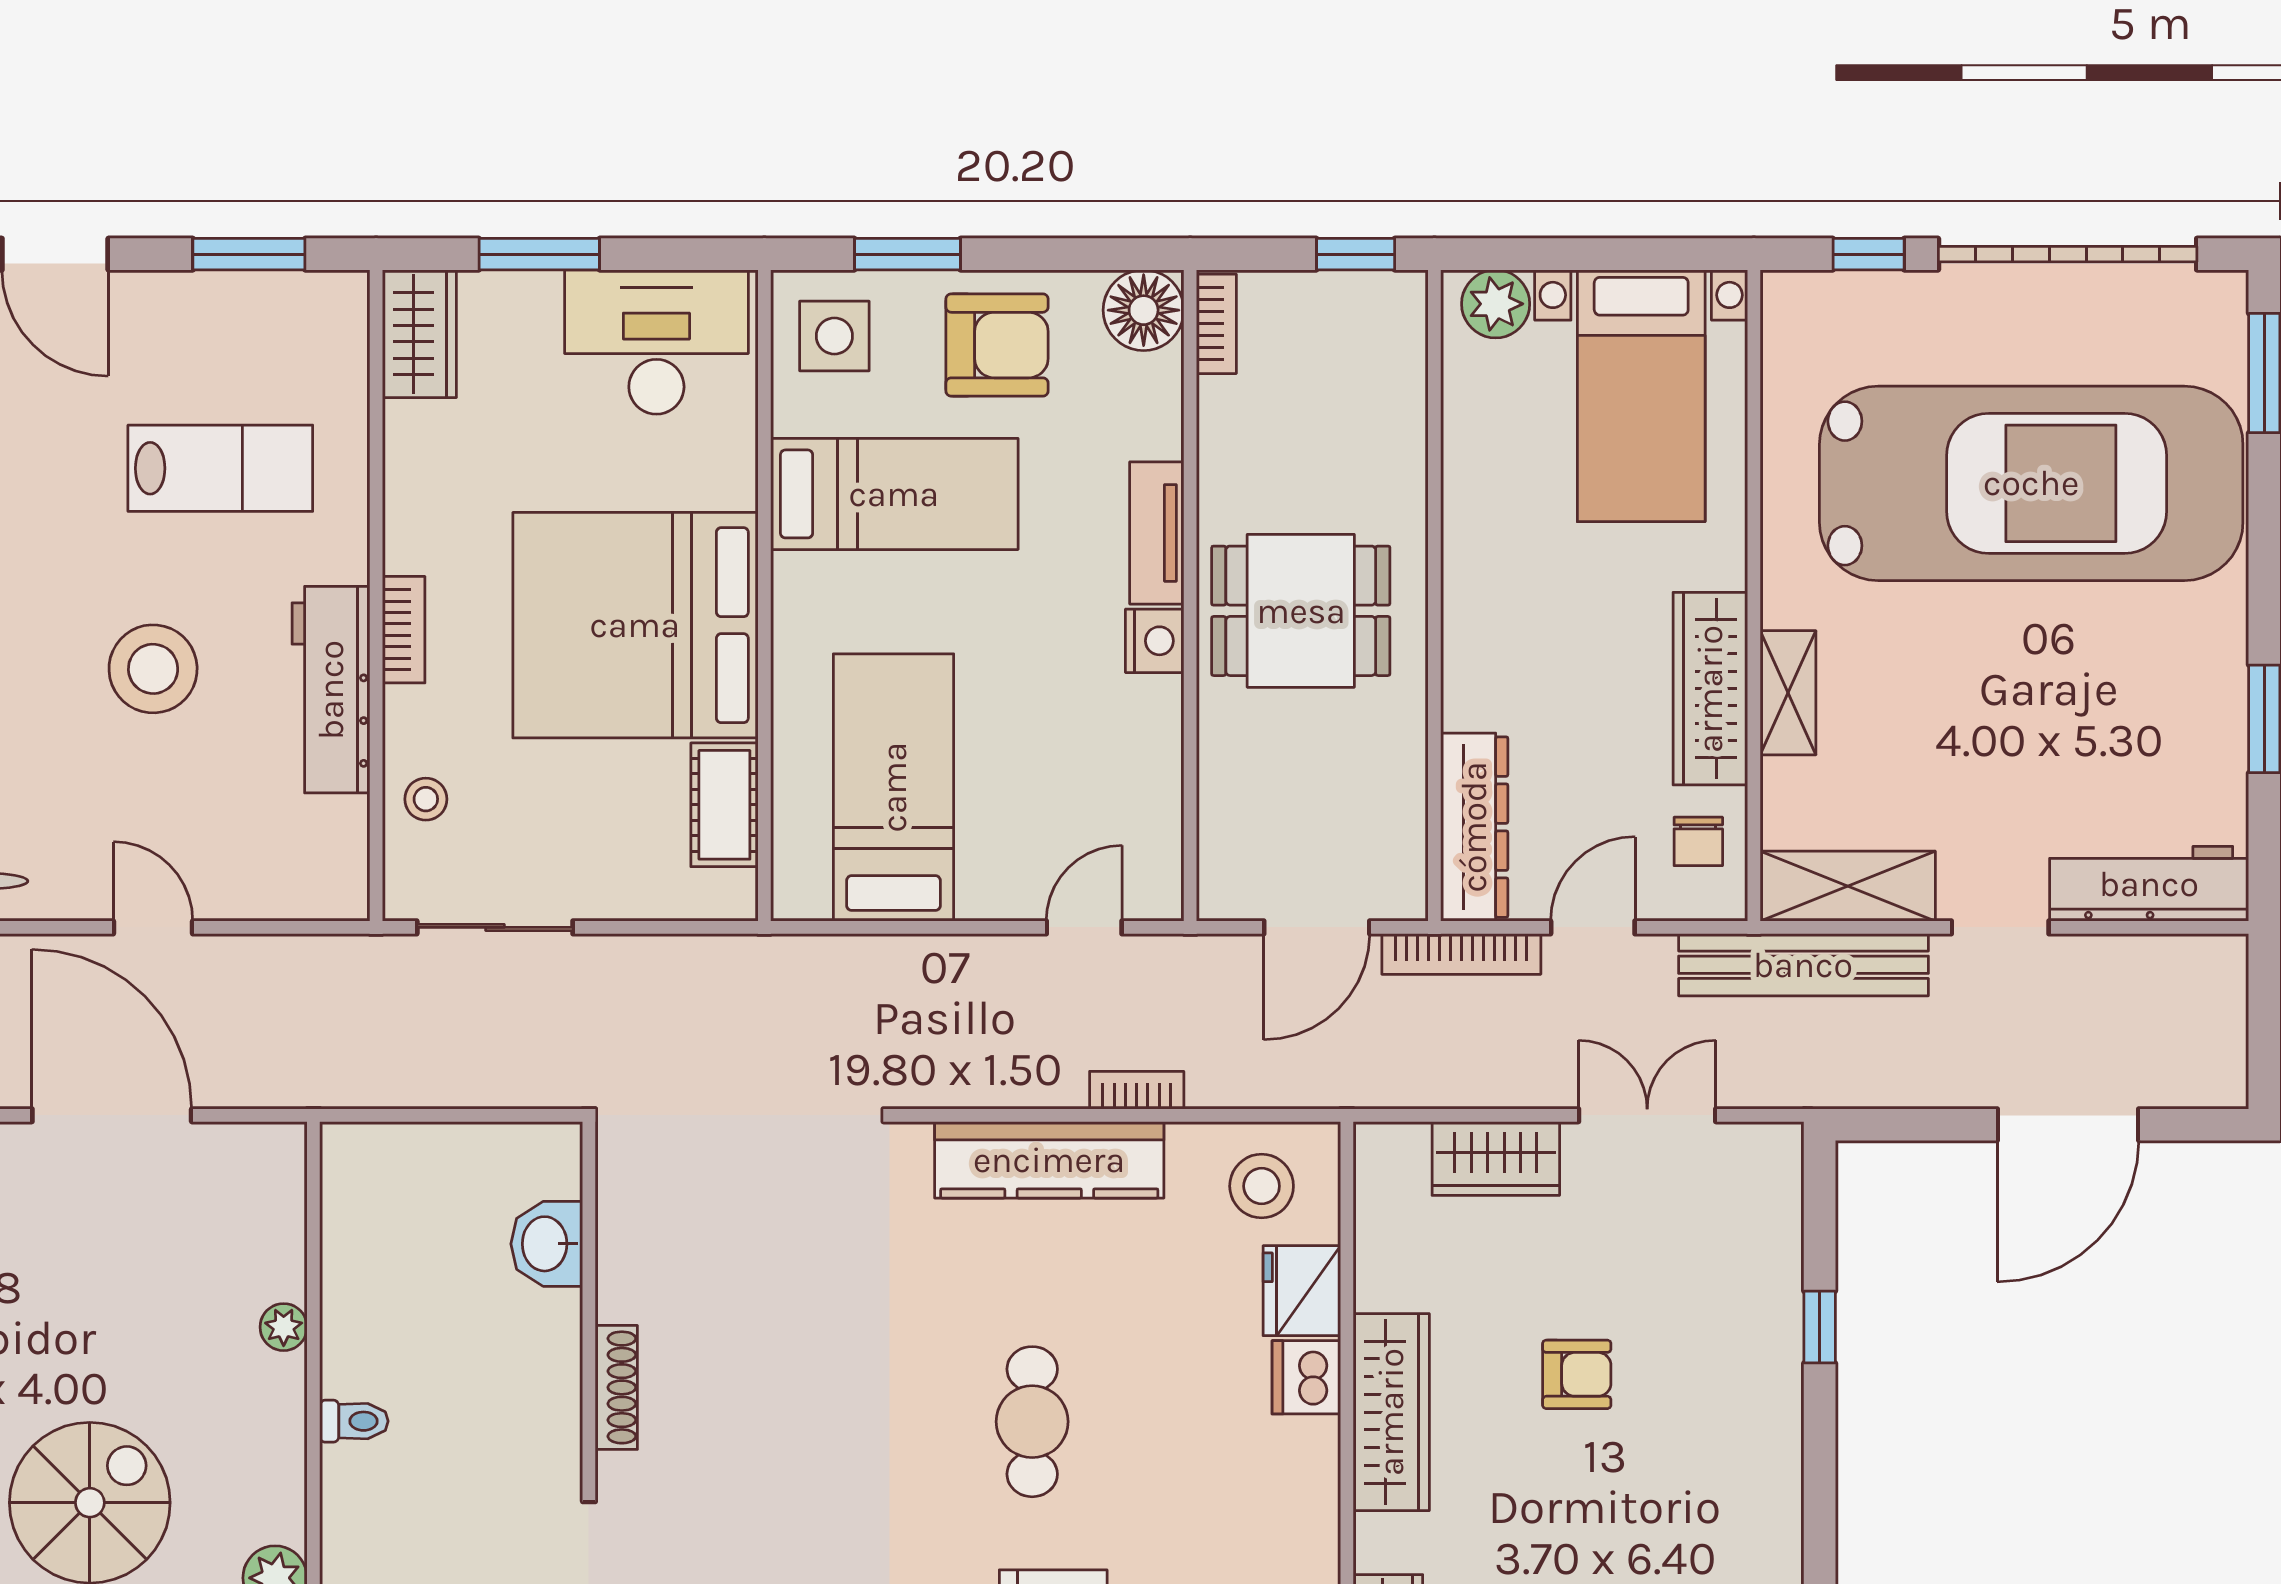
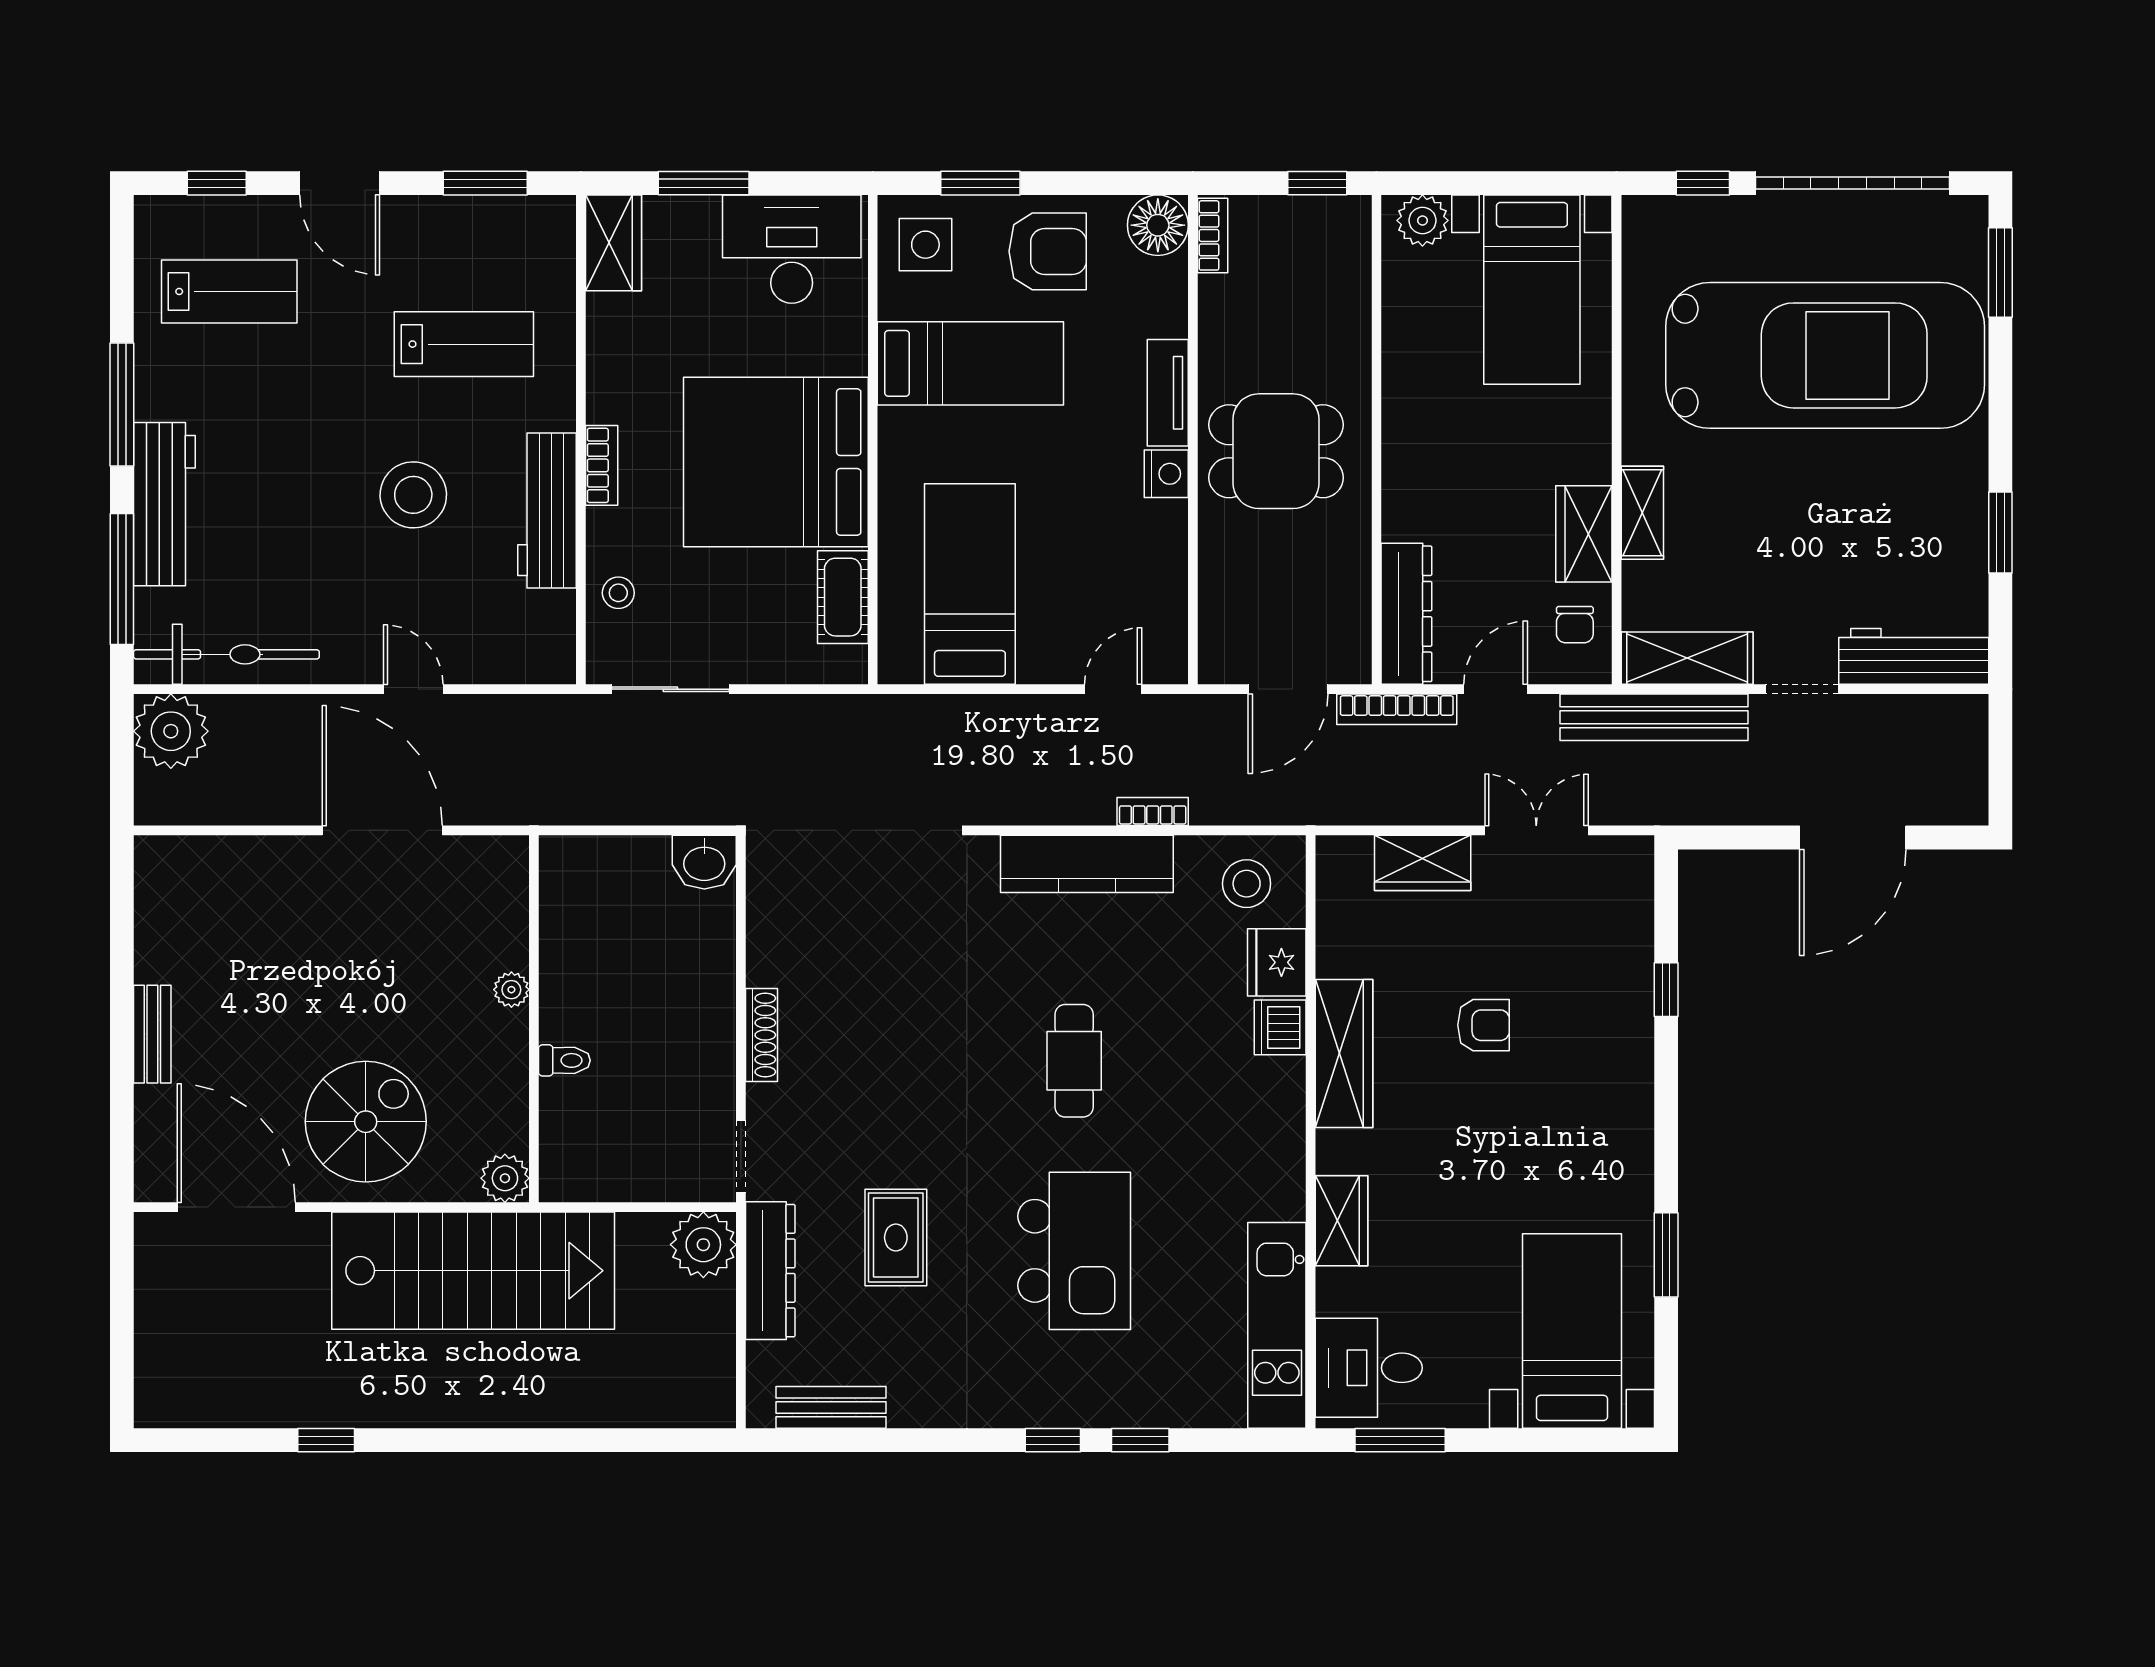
wardrobe: (1710, 689) -> (1584, 534), width x0.67
washbasin: (547, 1244) -> (704, 862), moved, turned -90

